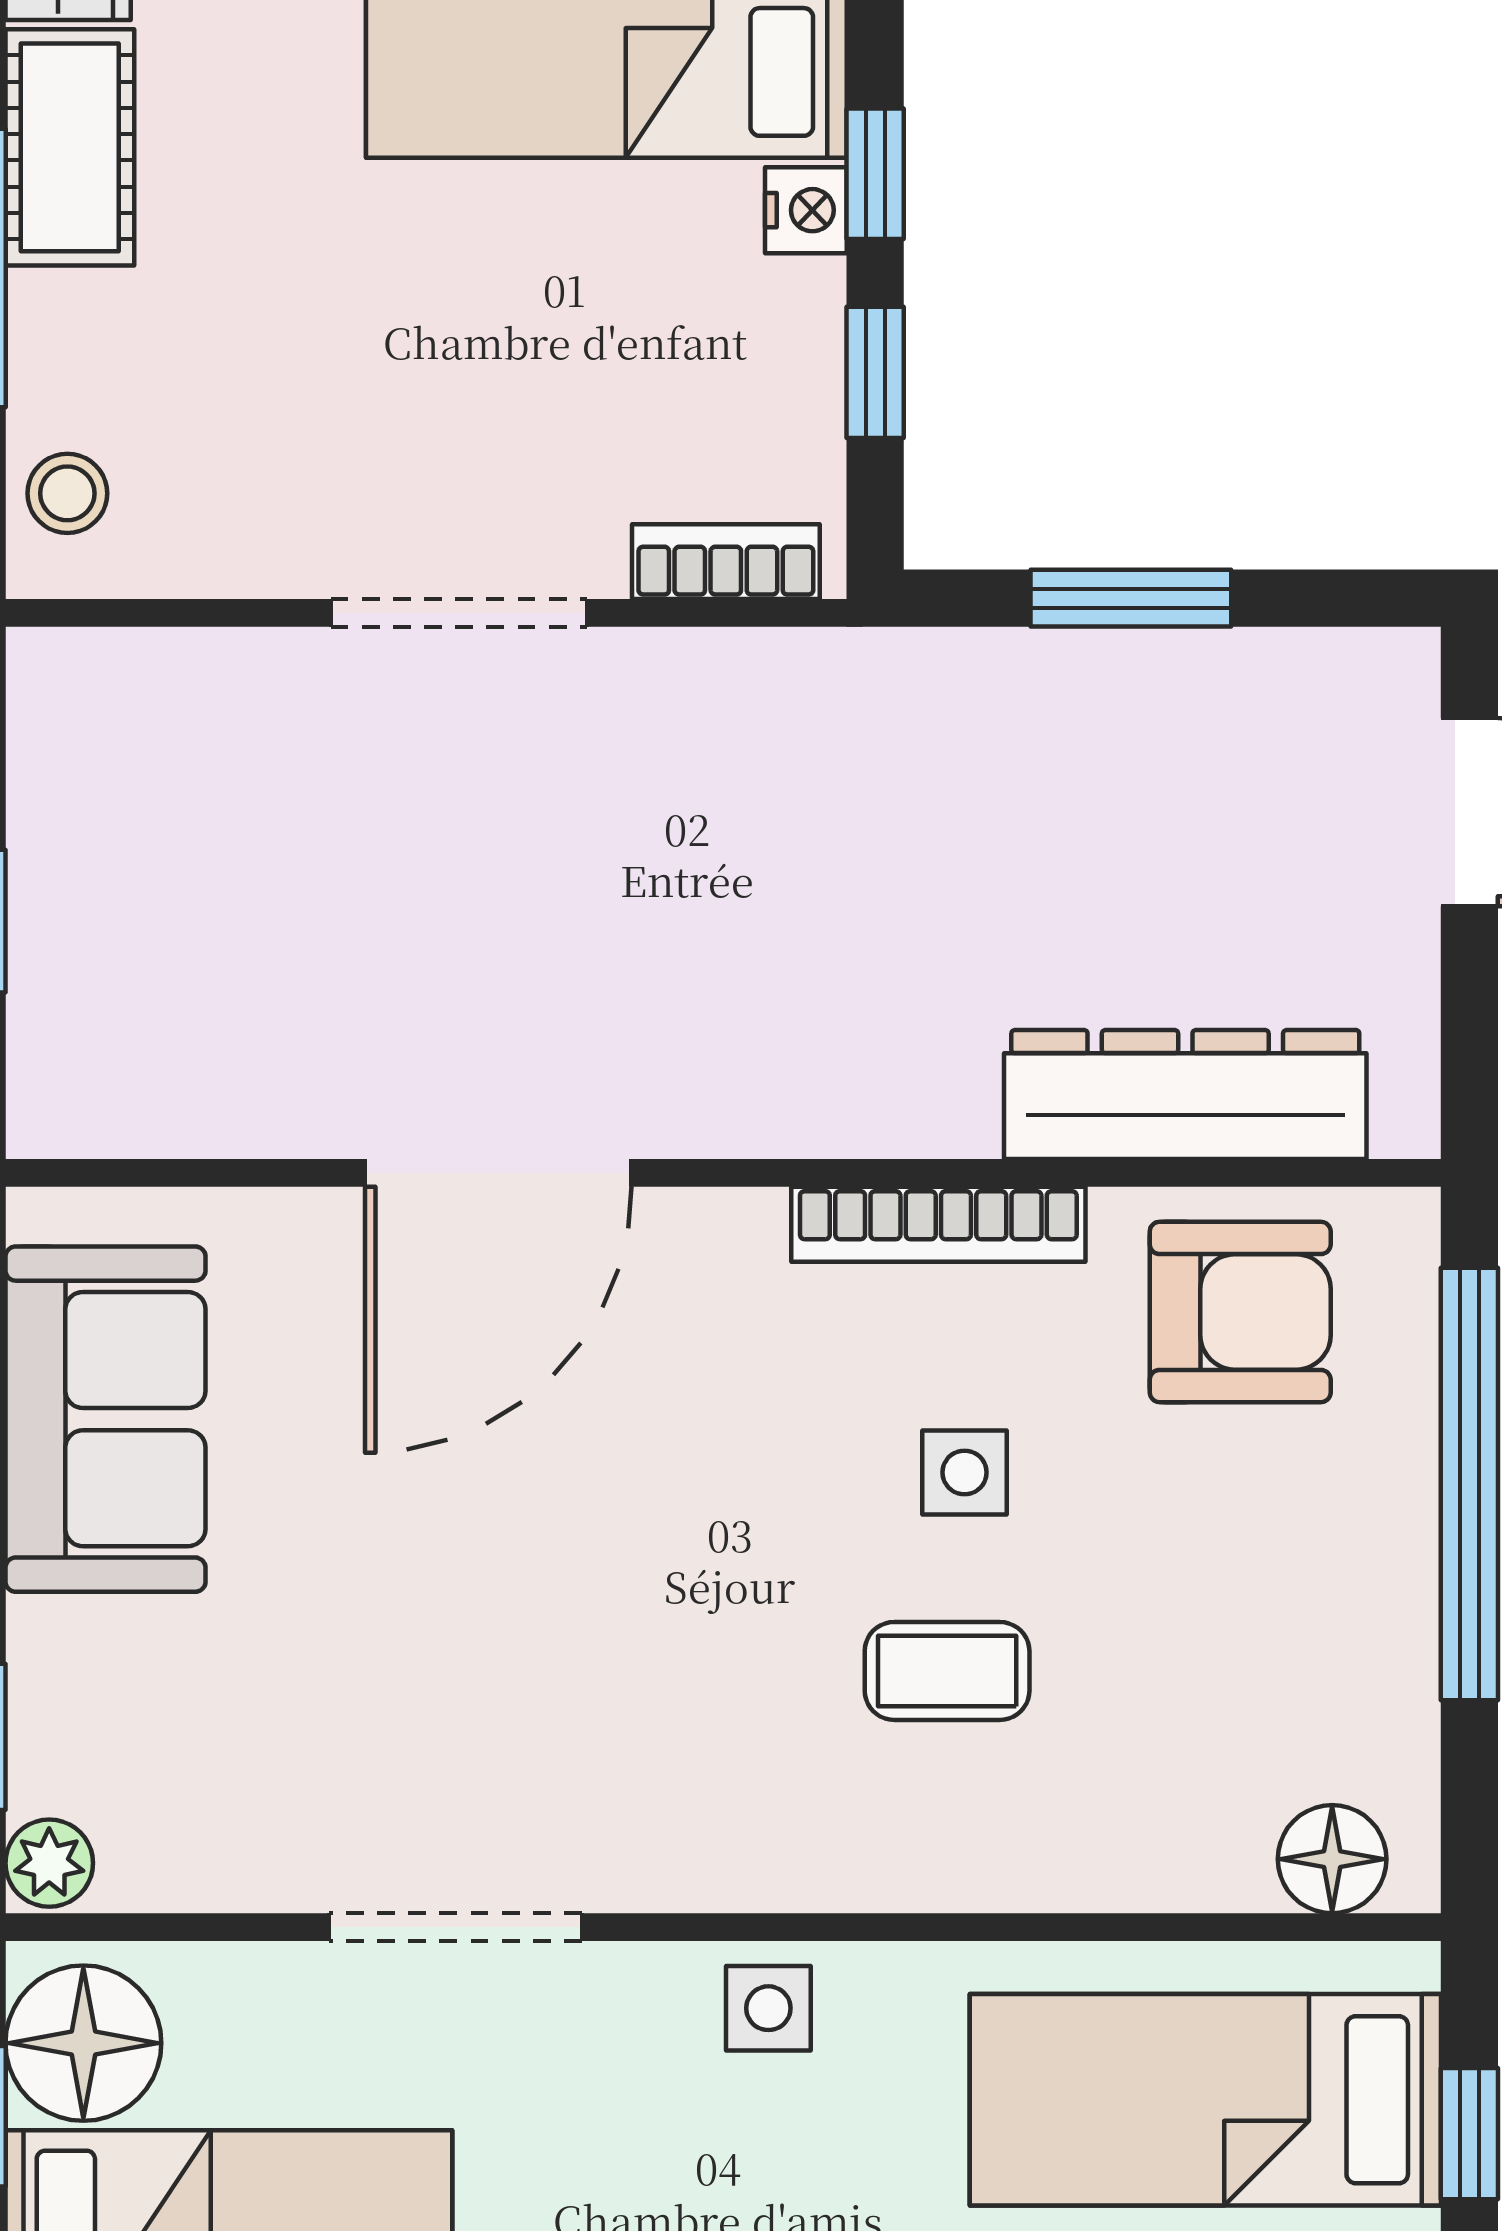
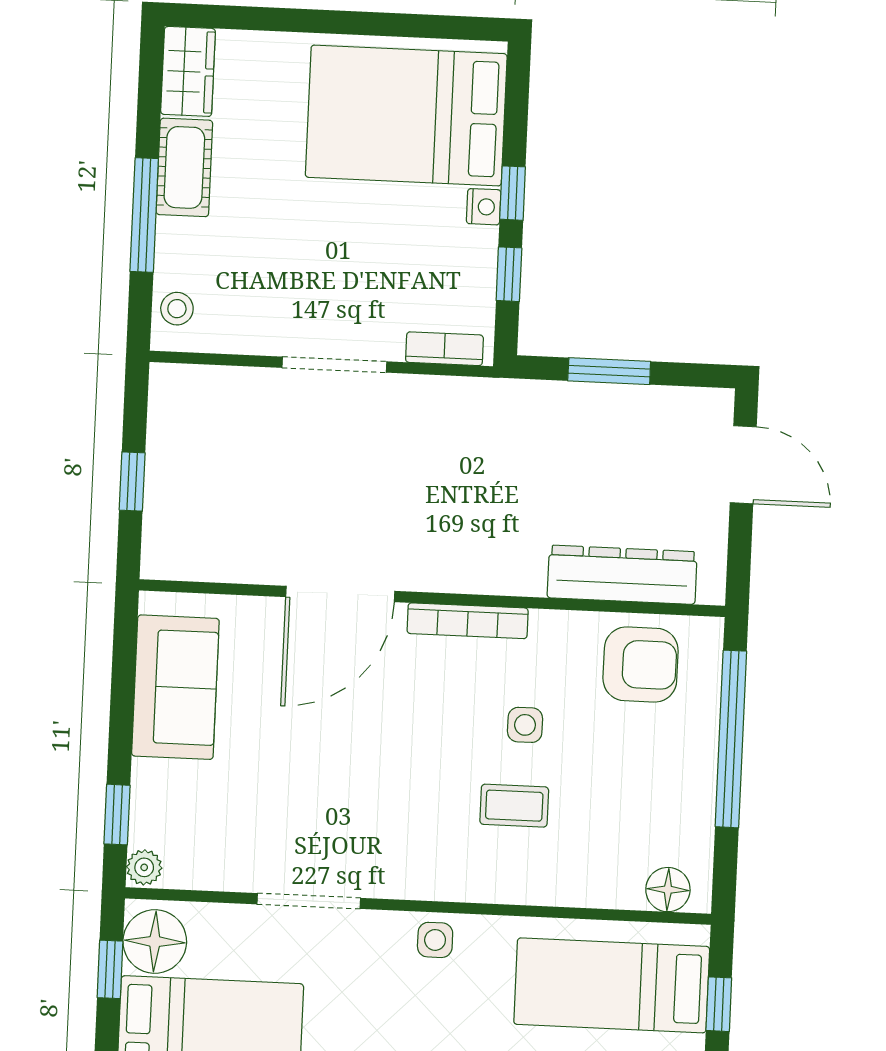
bookcase: (938, 1224) -> (468, 621), moved

